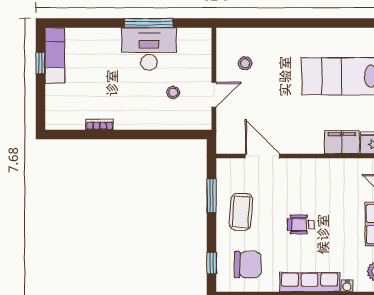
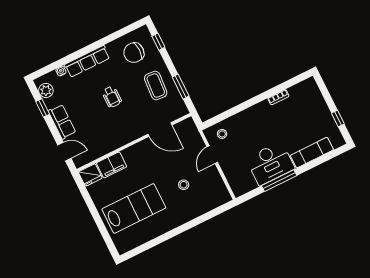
exam couch: (55, 56) -> (312, 153), moved, turned 90
stool: (245, 63) -> (184, 185), moved
stool: (173, 92) -> (222, 134), moved
wheelchair: (301, 224) -> (112, 97), turned 90

